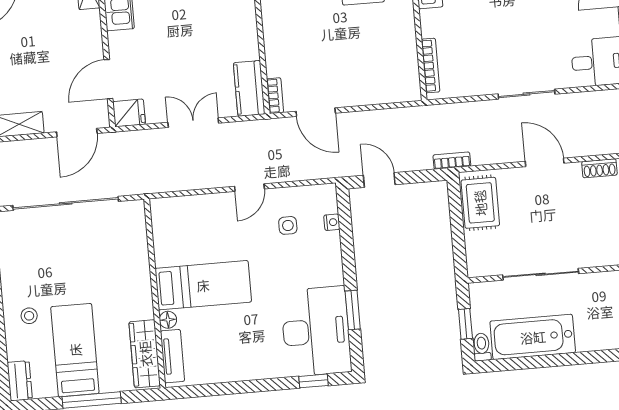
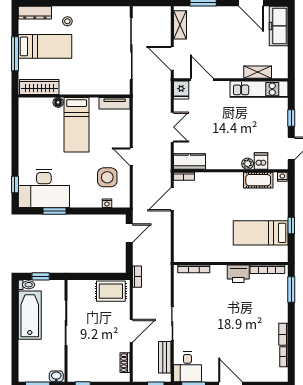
bench: (585, 102) -> (165, 357), added
side table: (288, 225) -> (107, 177), width x1.87, depth x1.87
tv unit: (172, 356) -> (115, 103), moved
dresser: (20, 381) -> (35, 13), width x1.44

